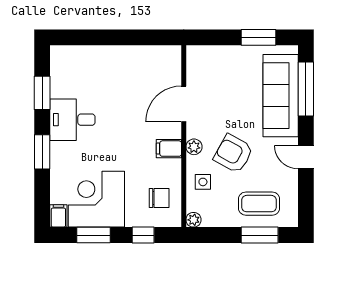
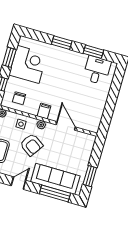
desk: (72, 120) -> (97, 70), moved
armchair: (233, 154) -> (31, 145), turned 95
filing cabinet: (58, 216) -> (25, 41), removed

